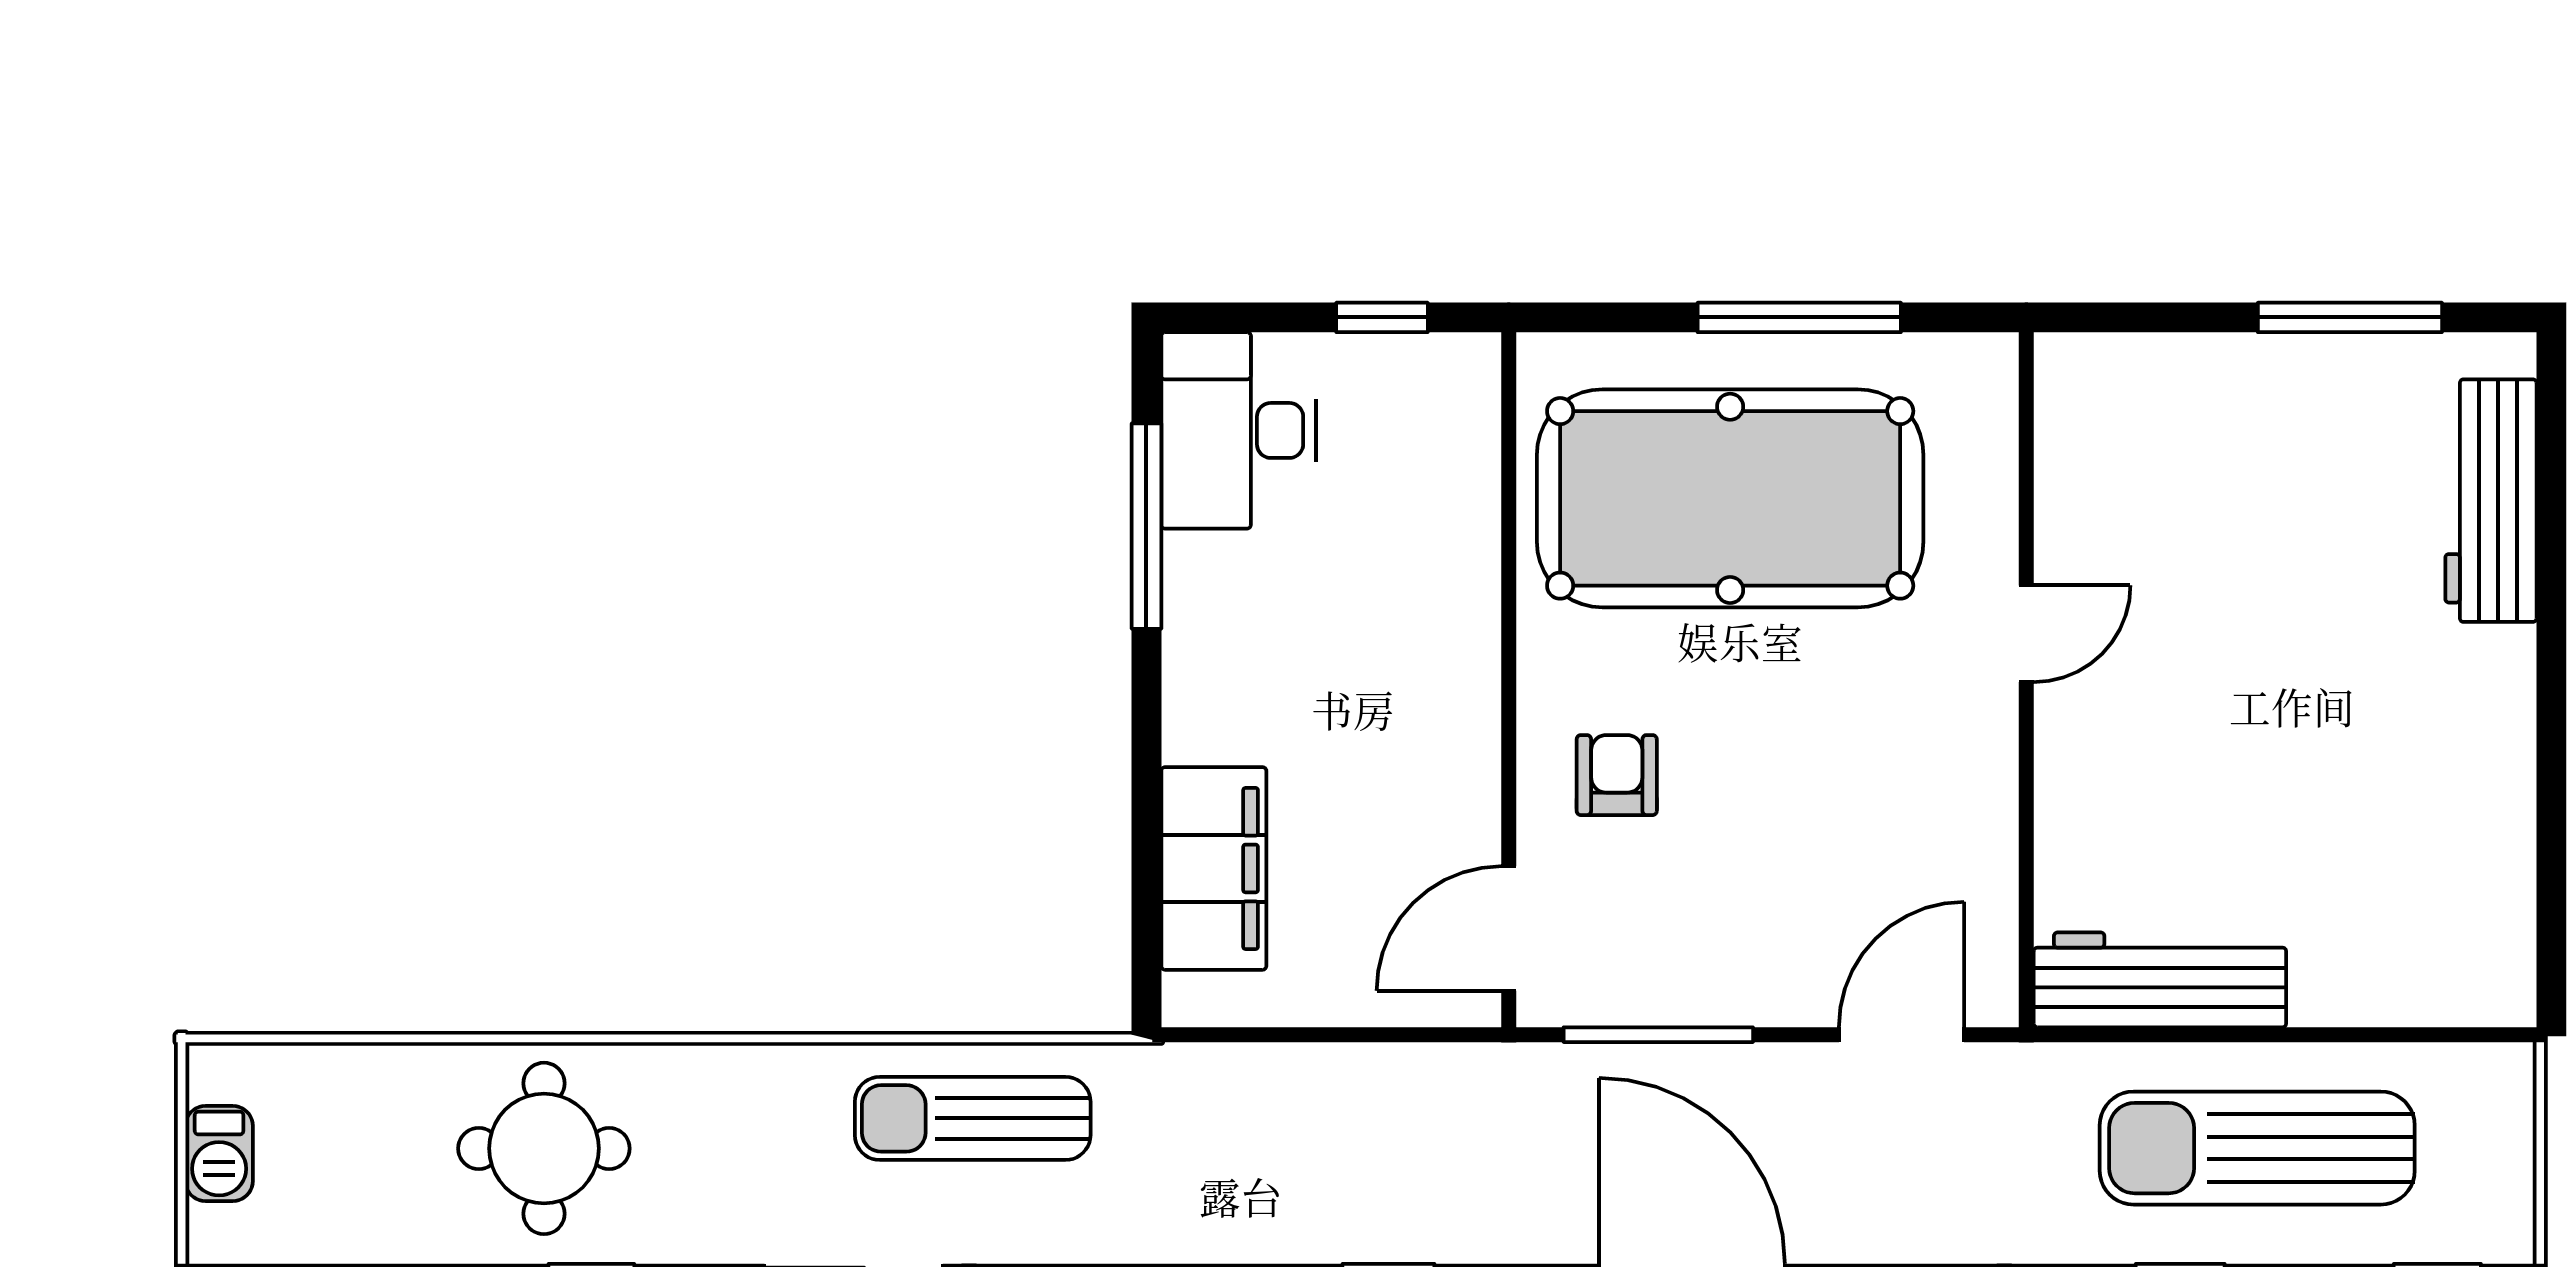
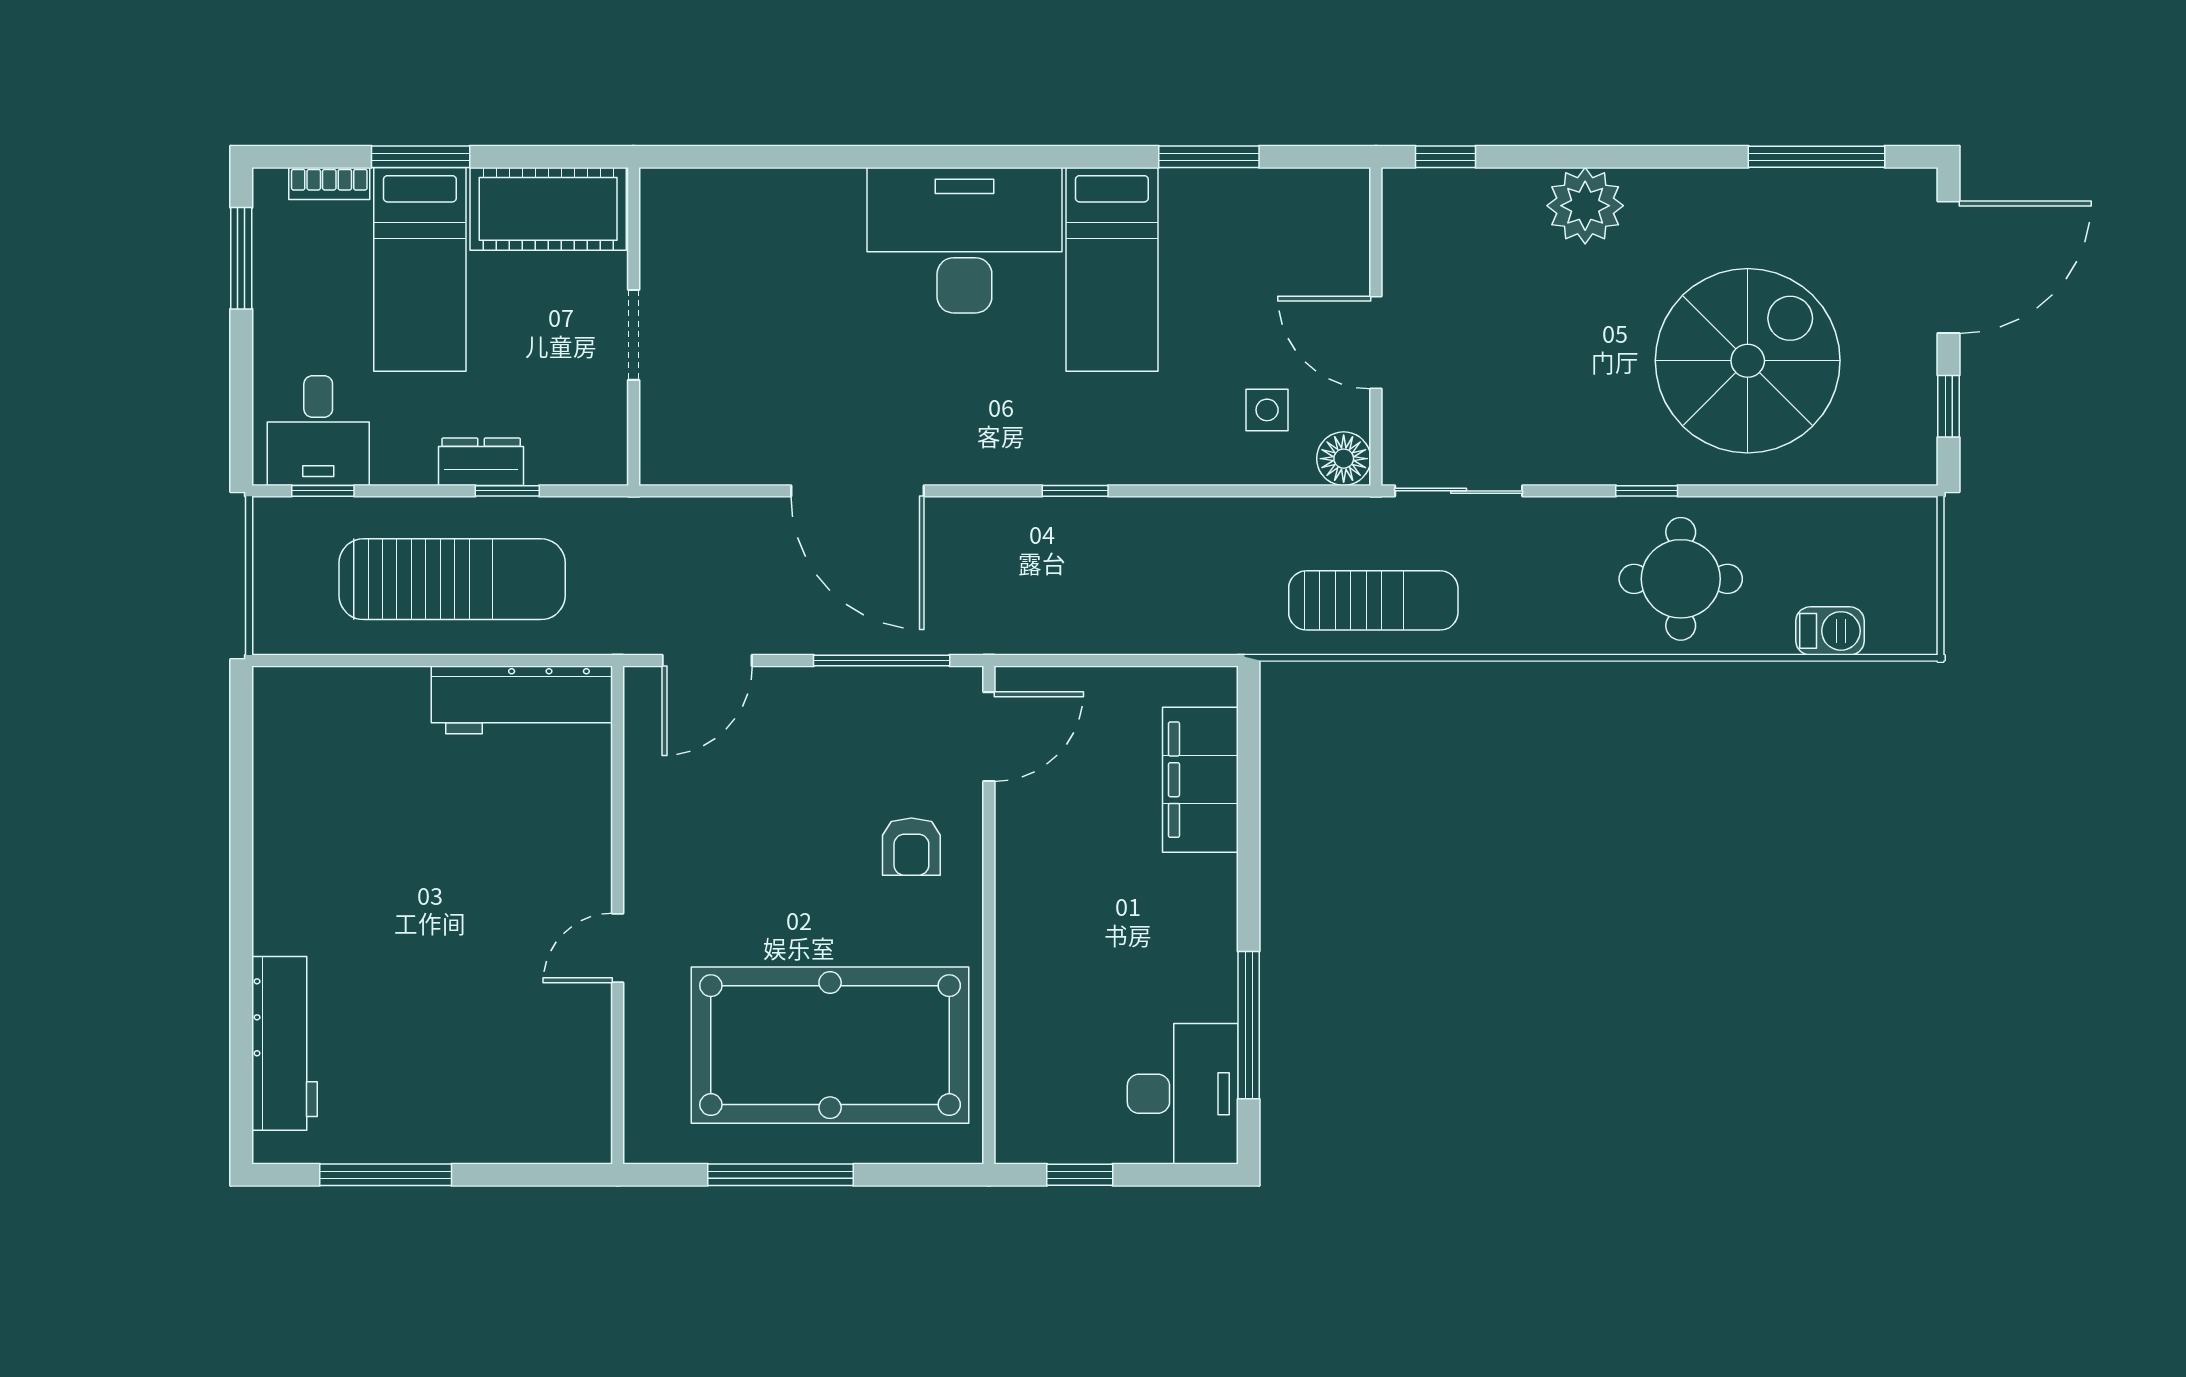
barbecue: (219, 1153) -> (1830, 631), moved, turned 90

